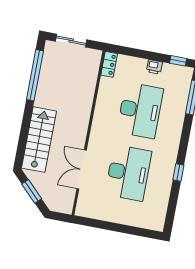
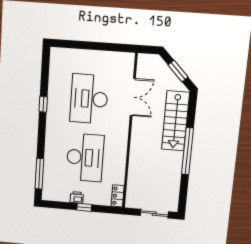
window: (178, 61) -> (84, 207), moved
window: (35, 75) -> (188, 151), moved
desk: (140, 110) -> (85, 157), turned 180

